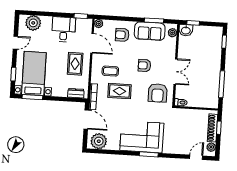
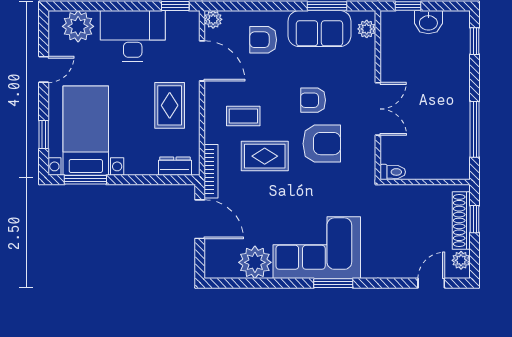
desk: (64, 29) -> (133, 36), width x1.37
washbasin: (186, 30) -> (428, 22), moved
armchair: (158, 93) -> (322, 144), moved, turned -90
plant: (99, 141) -> (255, 262), moved

